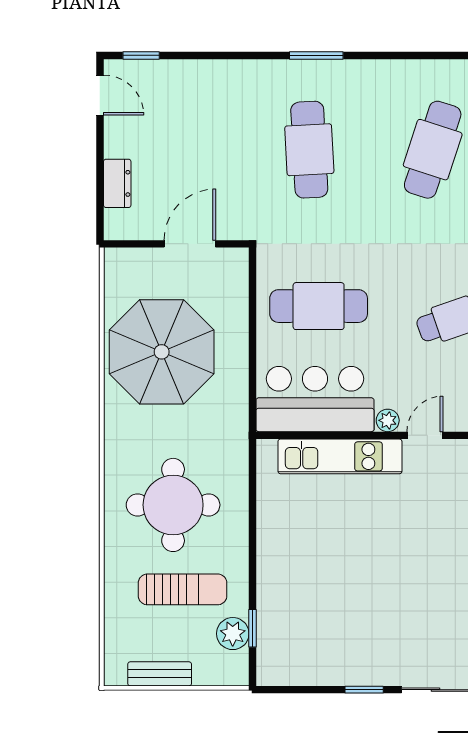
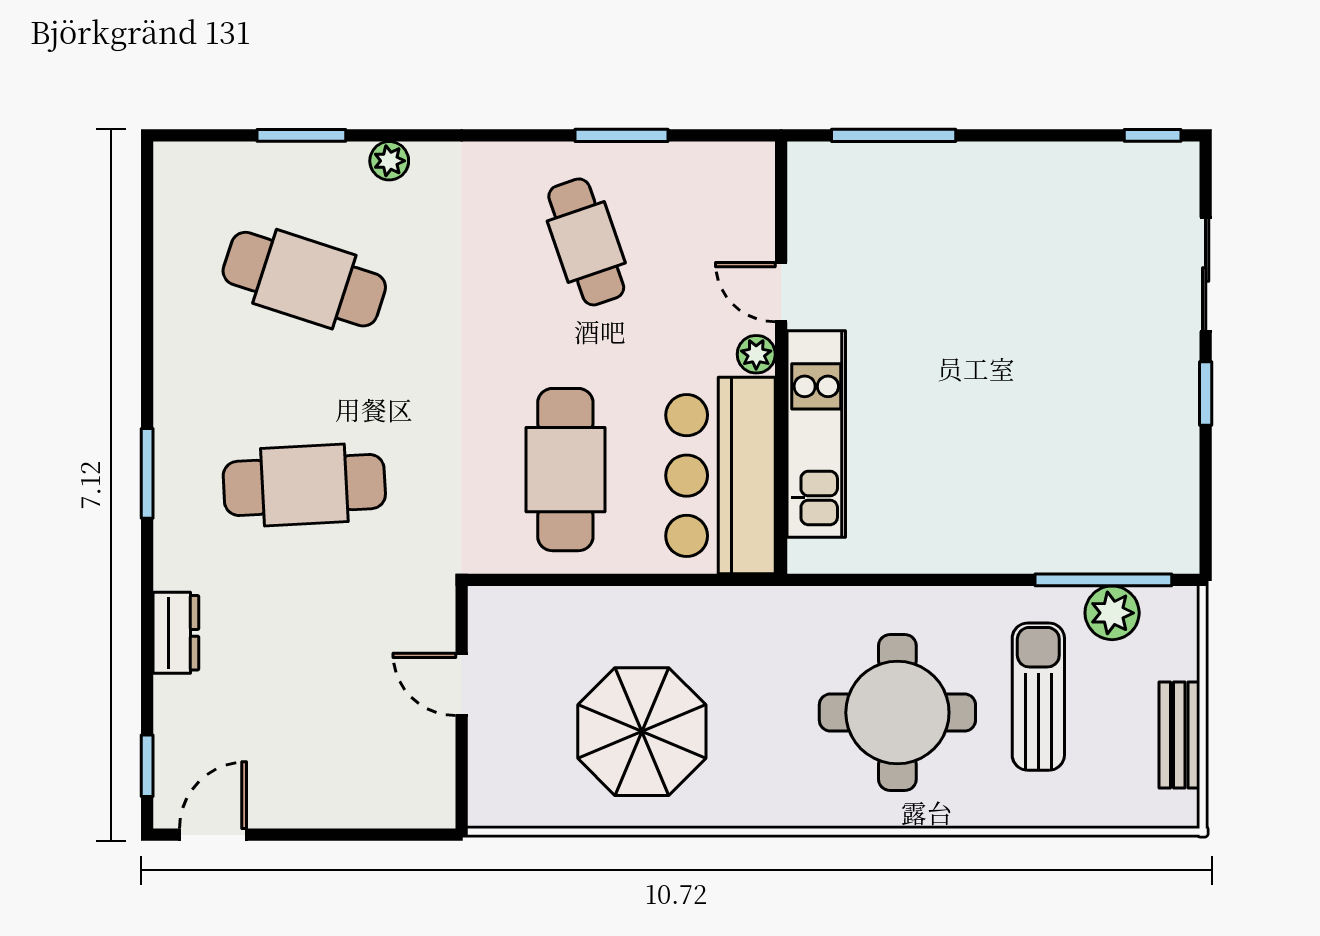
dresser: (117, 183) -> (176, 633), moved, turned 90
door: (190, 244) -> (462, 684), width x0.73
parasol: (162, 352) -> (642, 732), width x0.73, depth x0.73
window: (252, 628) -> (1103, 580), width x2.17

